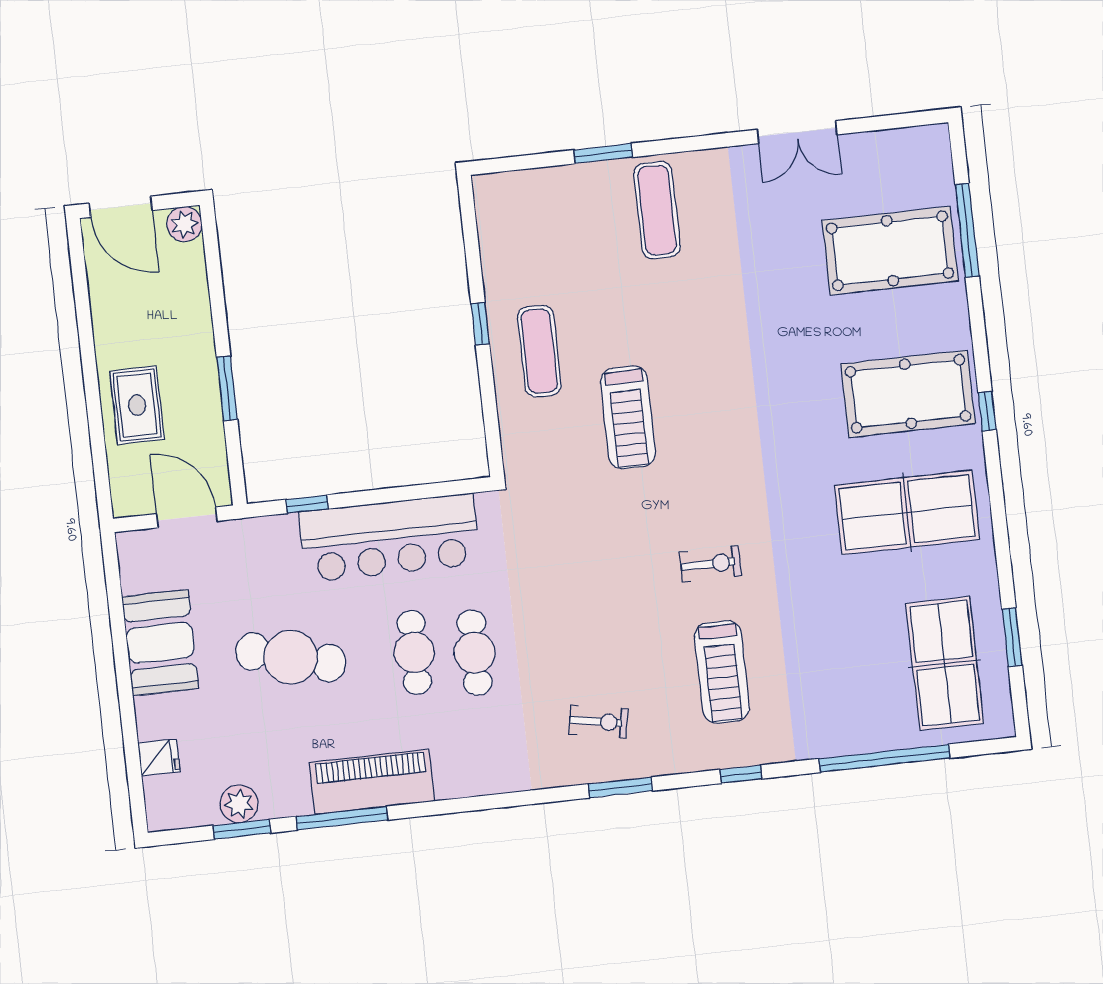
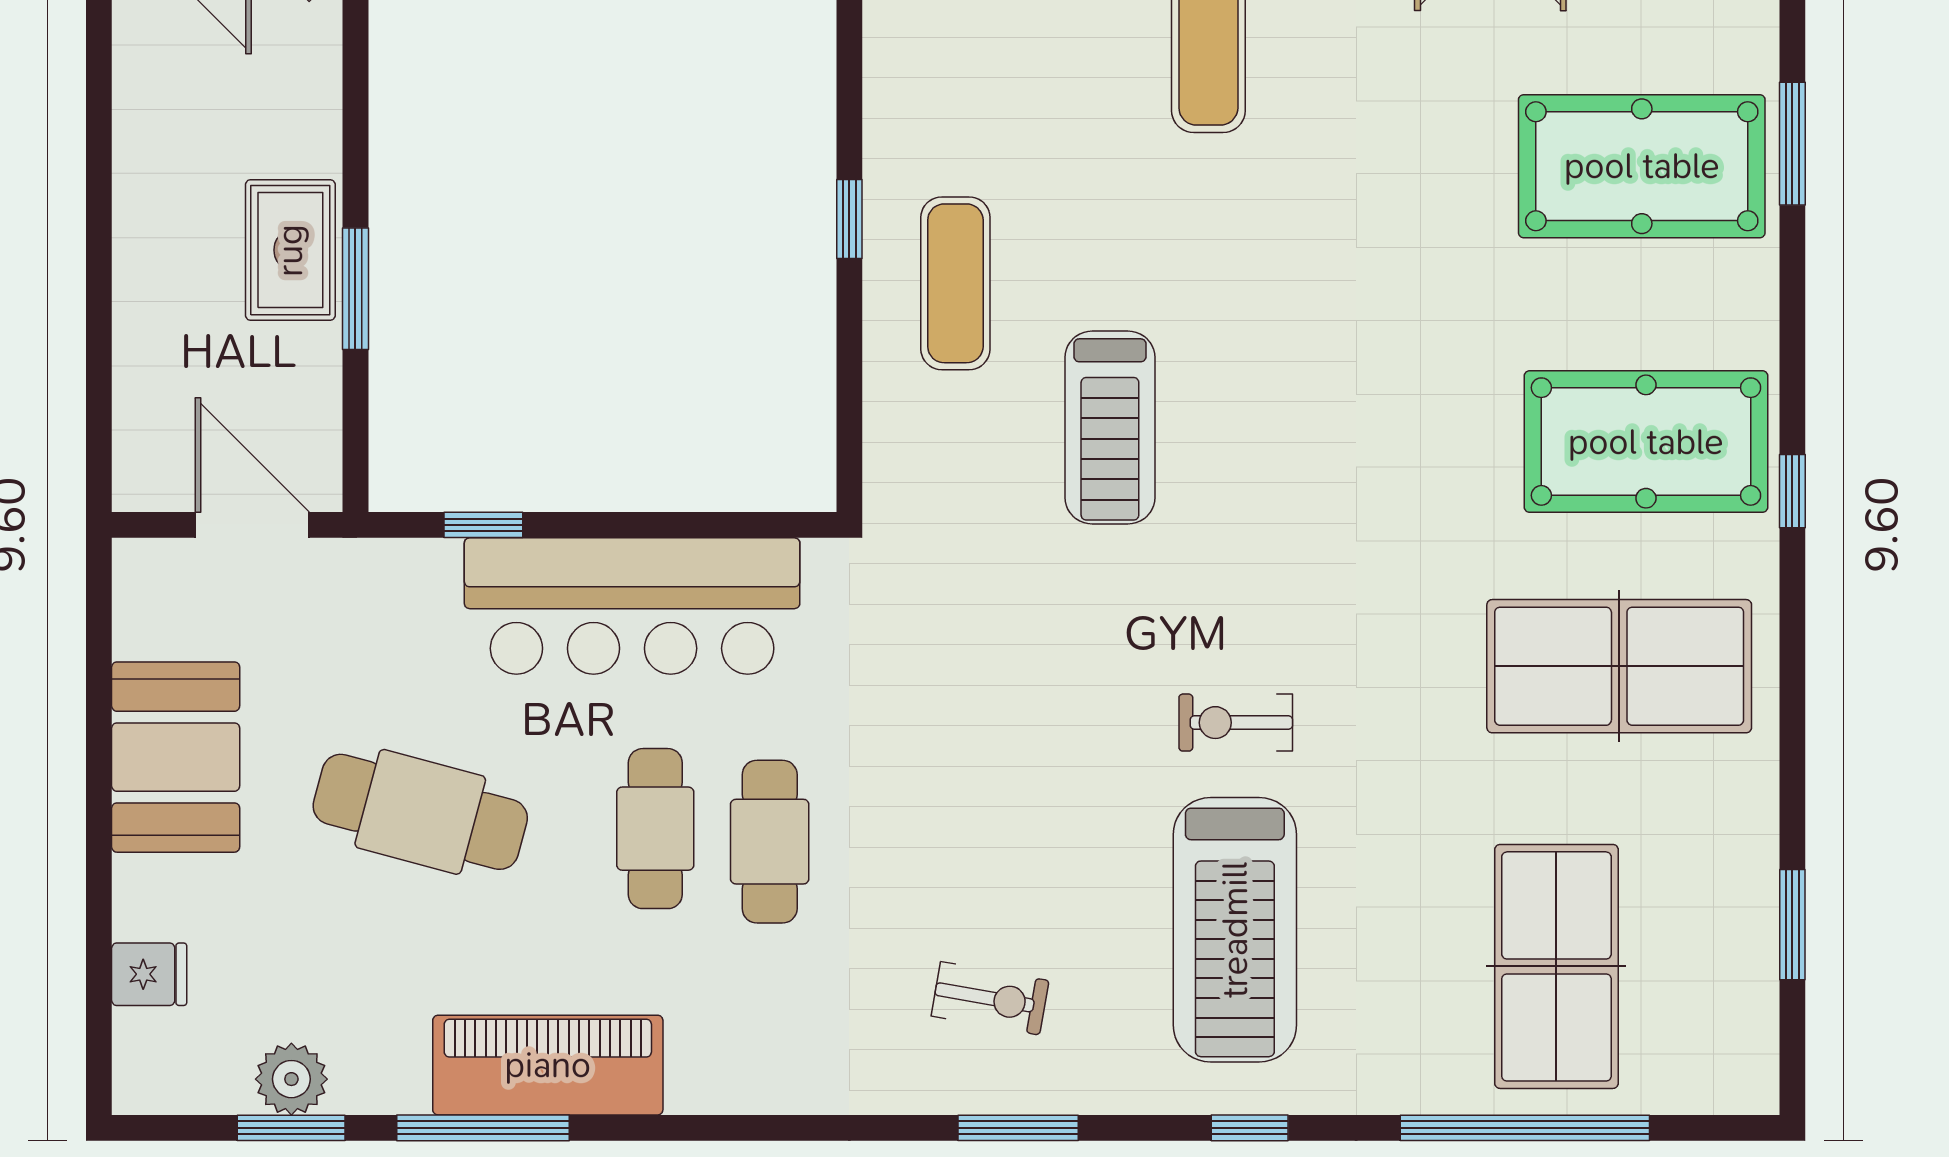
window: (967, 230) -> (1792, 144), width x0.69
rug: (137, 405) -> (290, 250), moved
exercise bike: (710, 564) -> (1236, 723), turned 180
table tennis table: (945, 663) -> (1556, 966), moved
treadmill: (722, 672) -> (1235, 930), width x1.37, depth x1.37

